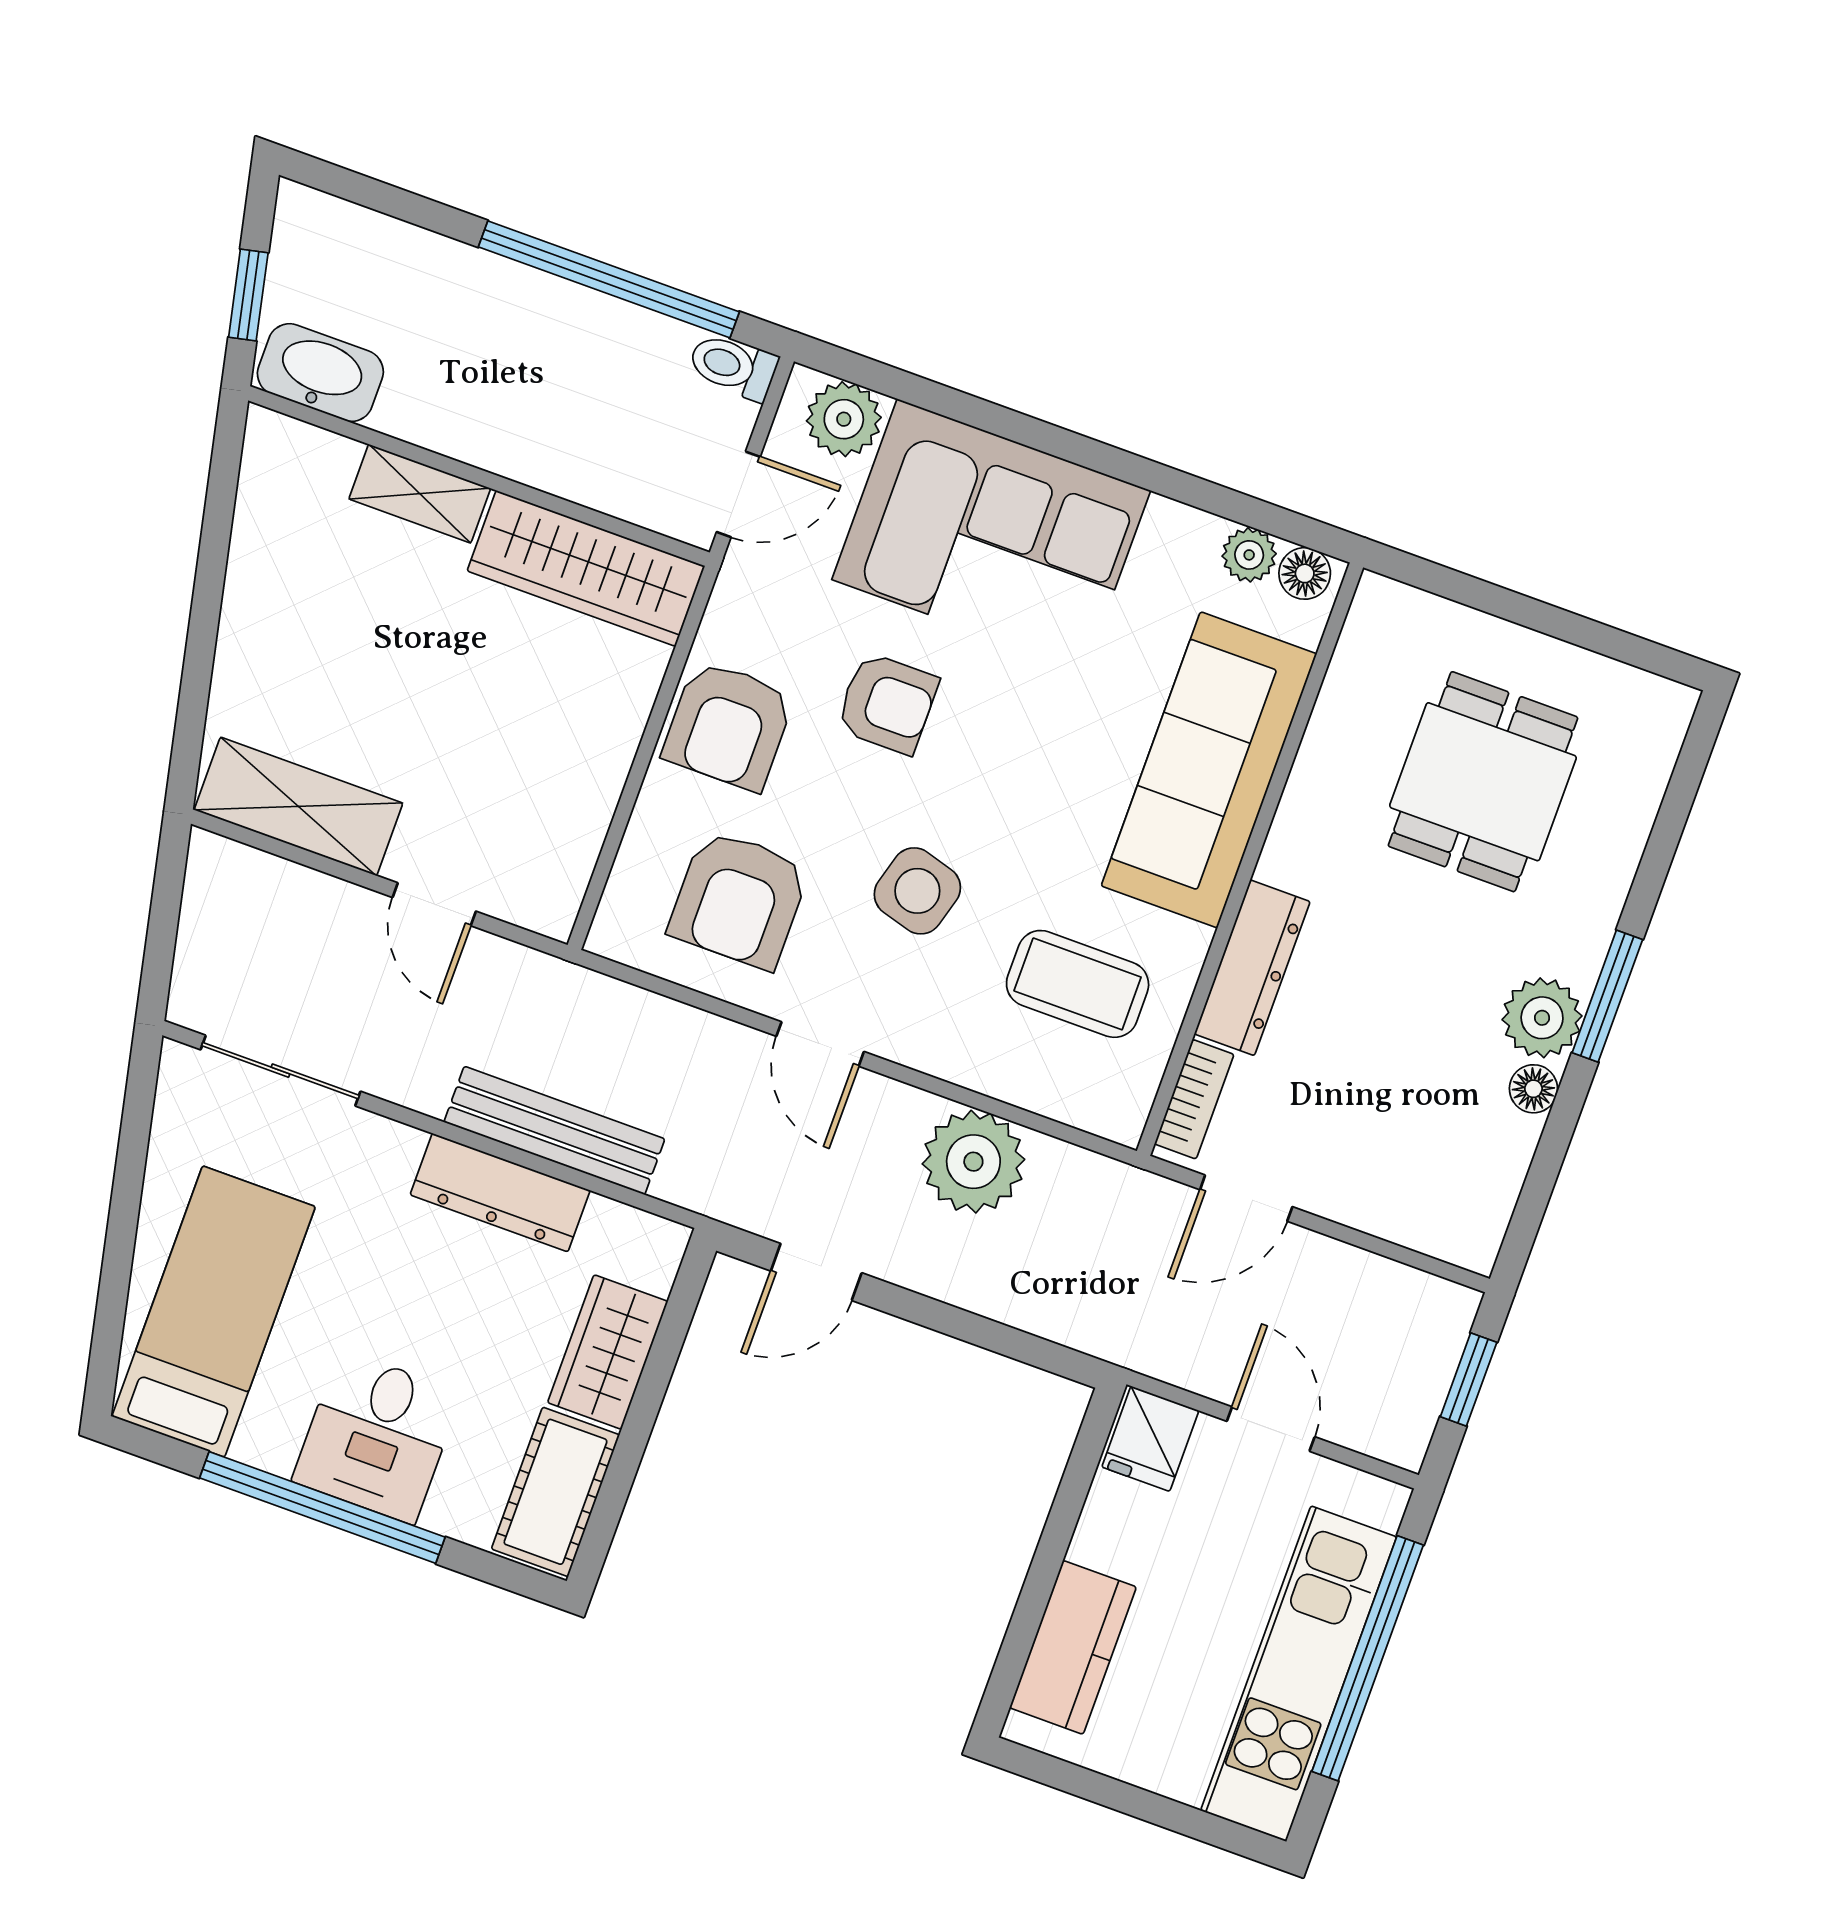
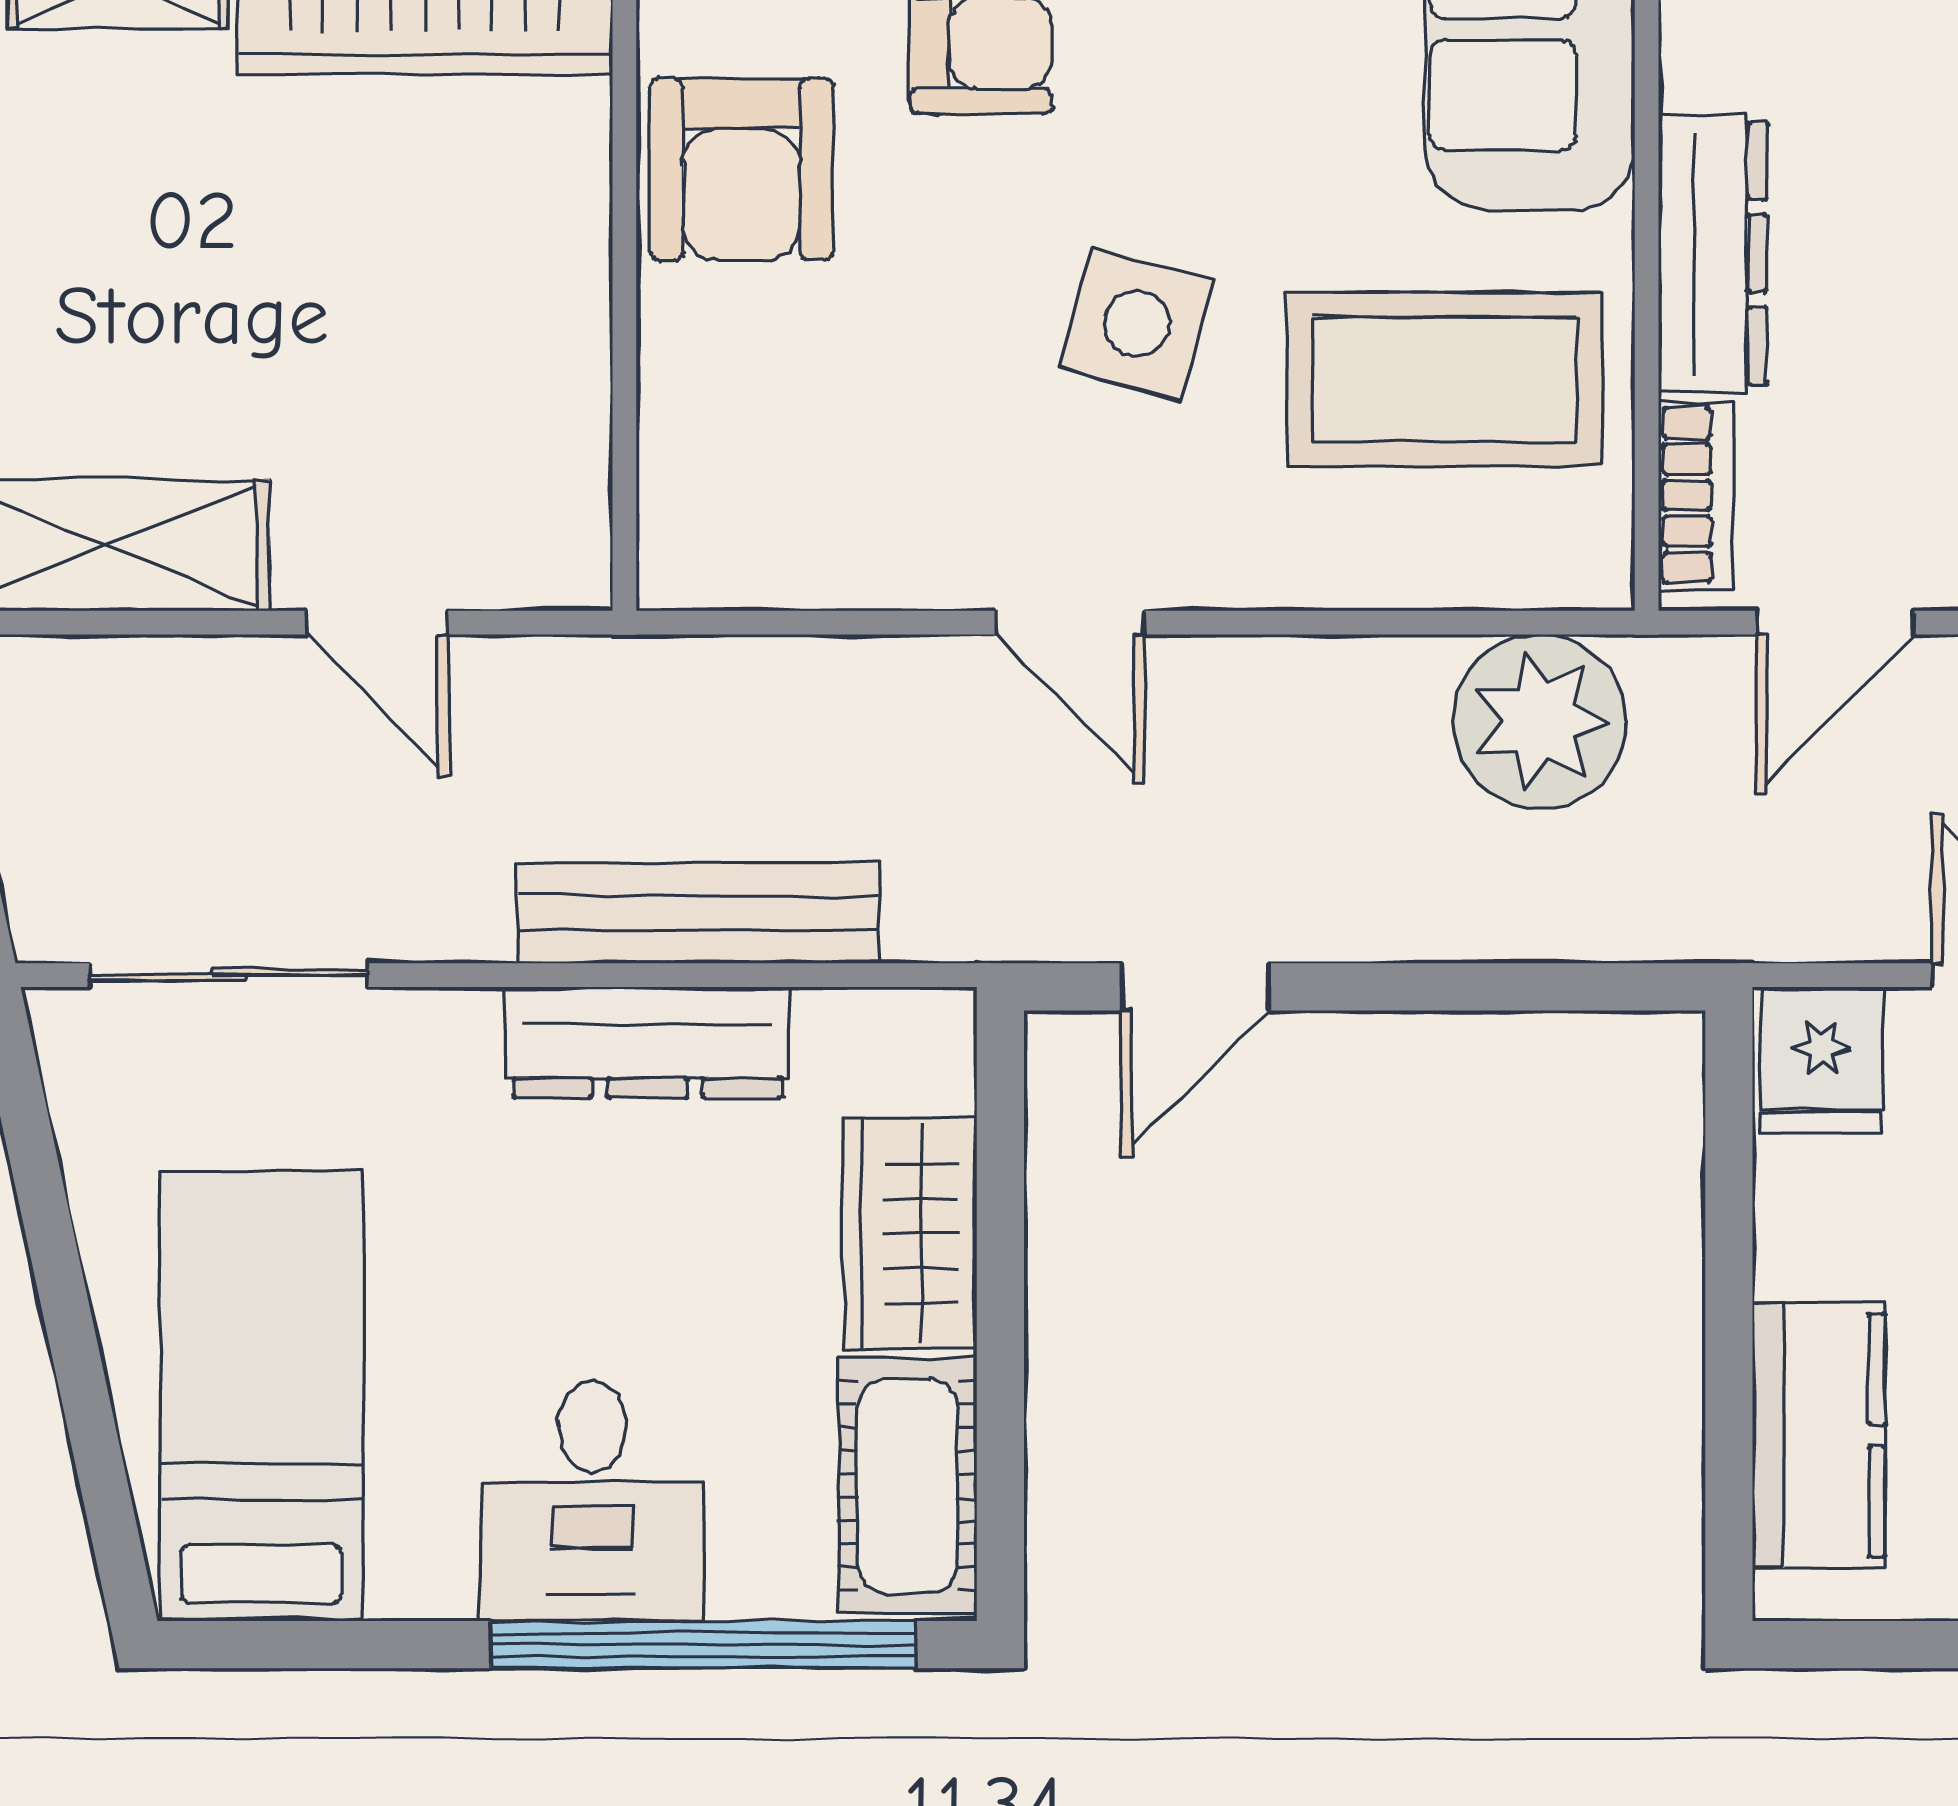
armchair: (739, 899) -> (858, 440), removed
coffee table: (1078, 984) -> (1445, 379), width x1.36, depth x1.32
plant: (973, 1162) -> (1540, 721), moved
window: (322, 1508) -> (702, 1645), moved

